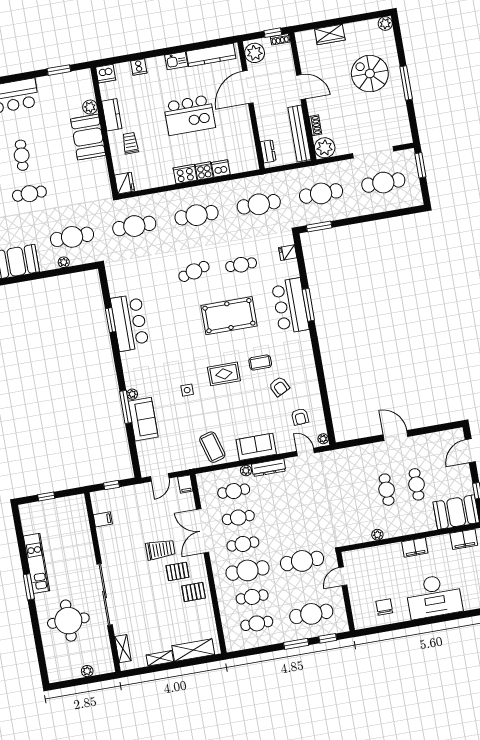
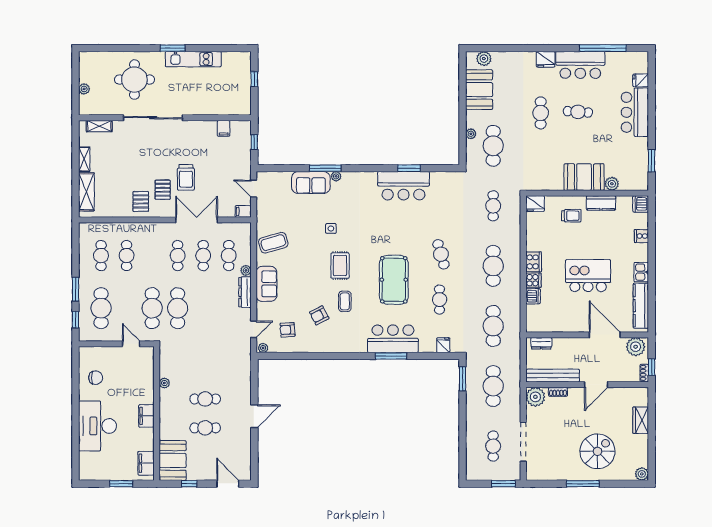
kitchen island: (189, 115) -> (588, 276), turned 90
cafe table: (383, 183) -> (493, 446), width x0.73, depth x0.74
cafe table: (134, 226) -> (493, 206), width x0.73, depth x0.74
cafe table: (248, 570) -> (178, 308), moved

